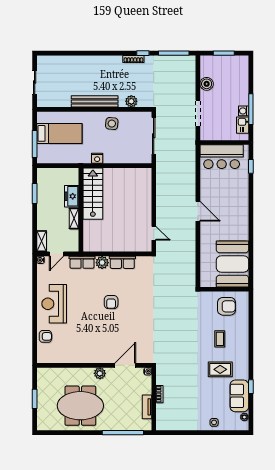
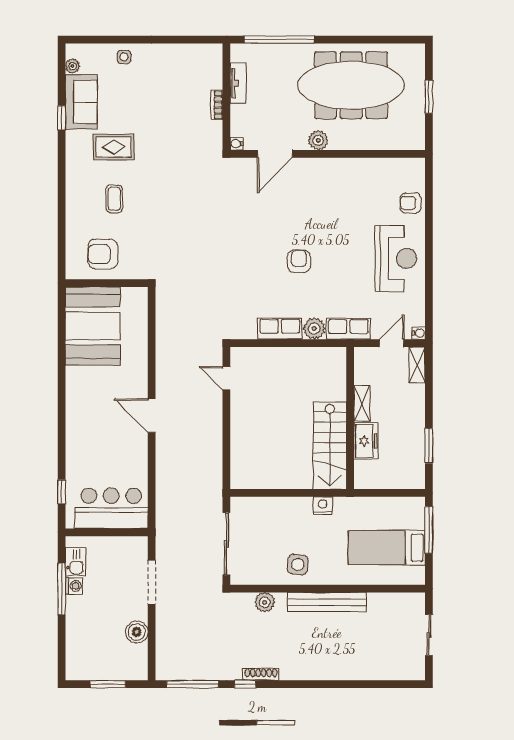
meeting table: (80, 406) -> (351, 85), width x1.36

